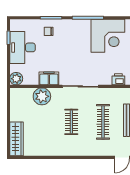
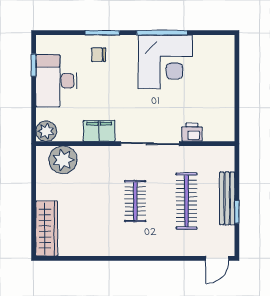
corner desk: (108, 36) -> (165, 62), moved
printer: (118, 79) -> (192, 132), moved
plant: (42, 96) -> (63, 160), moved

